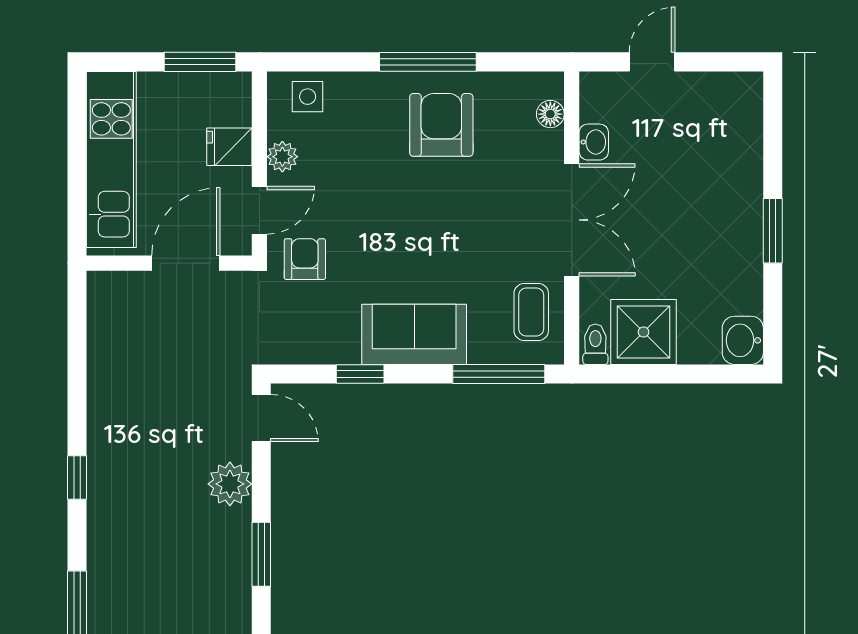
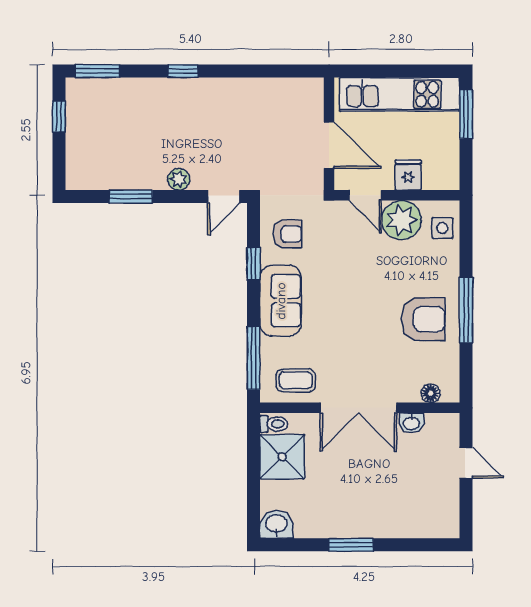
window: (200, 62) -> (466, 114), moved
plant: (282, 157) -> (402, 220), width x1.87, depth x1.87
armchair: (305, 259) -> (287, 234), moved
plant: (230, 484) -> (179, 179), width x0.73, depth x0.73

